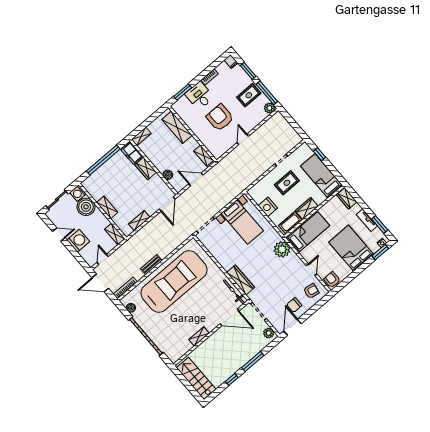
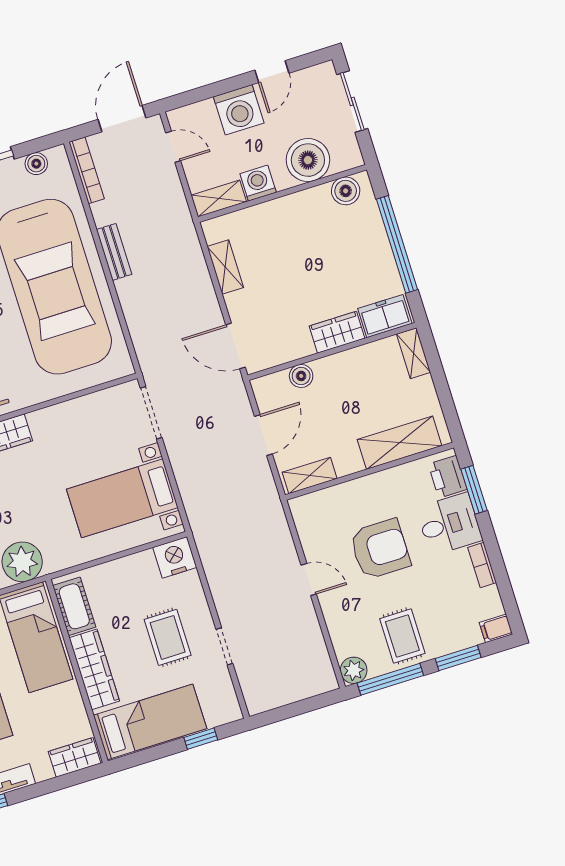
printer: (182, 104) -> (448, 477), added
boiler: (91, 188) -> (346, 191), added
washing machine: (78, 193) -> (258, 183), moved
shelving: (107, 207) -> (286, 207), removed
nightstand: (268, 207) -> (175, 557), moved
wardrobe: (307, 208) -> (94, 669), width x1.50

